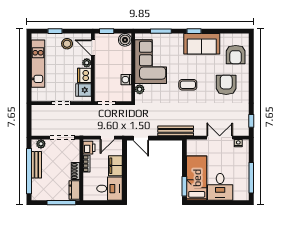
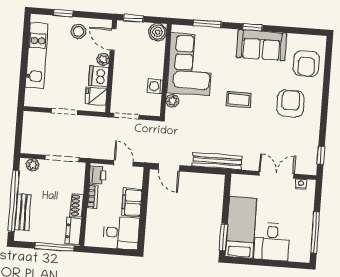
door: (107, 138) -> (123, 163), swing flipped
bench: (36, 165) -> (23, 212), moved

